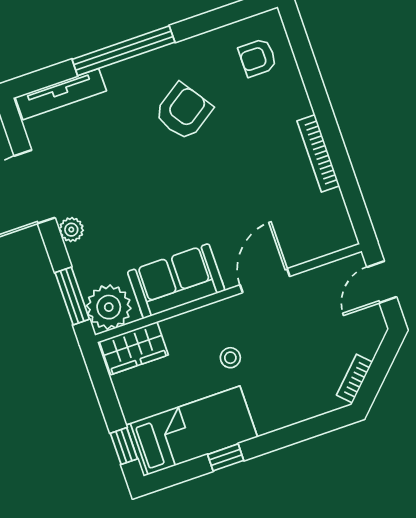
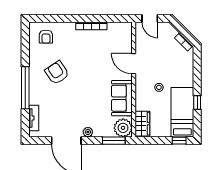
tv unit: (61, 94) -> (34, 118), width x0.71

